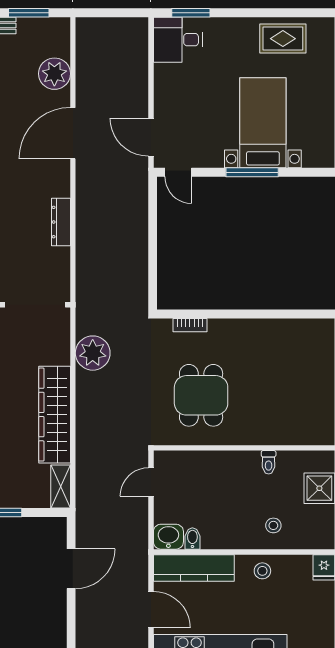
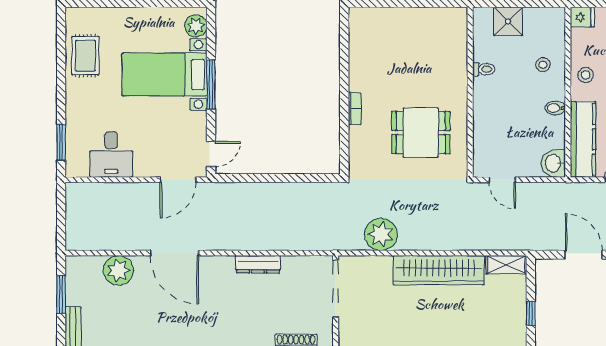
desk: (178, 40) -> (111, 154), moved
plant: (315, 156) -> (196, 26), added
bookcase: (190, 325) -> (355, 109), moved
bidet: (192, 538) -> (555, 108), moved

